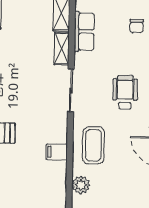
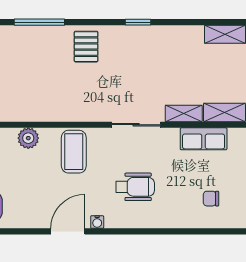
coffee table: (93, 145) -> (74, 152), turned 90
filing cabinet: (57, 152) -> (65, 110), removed

